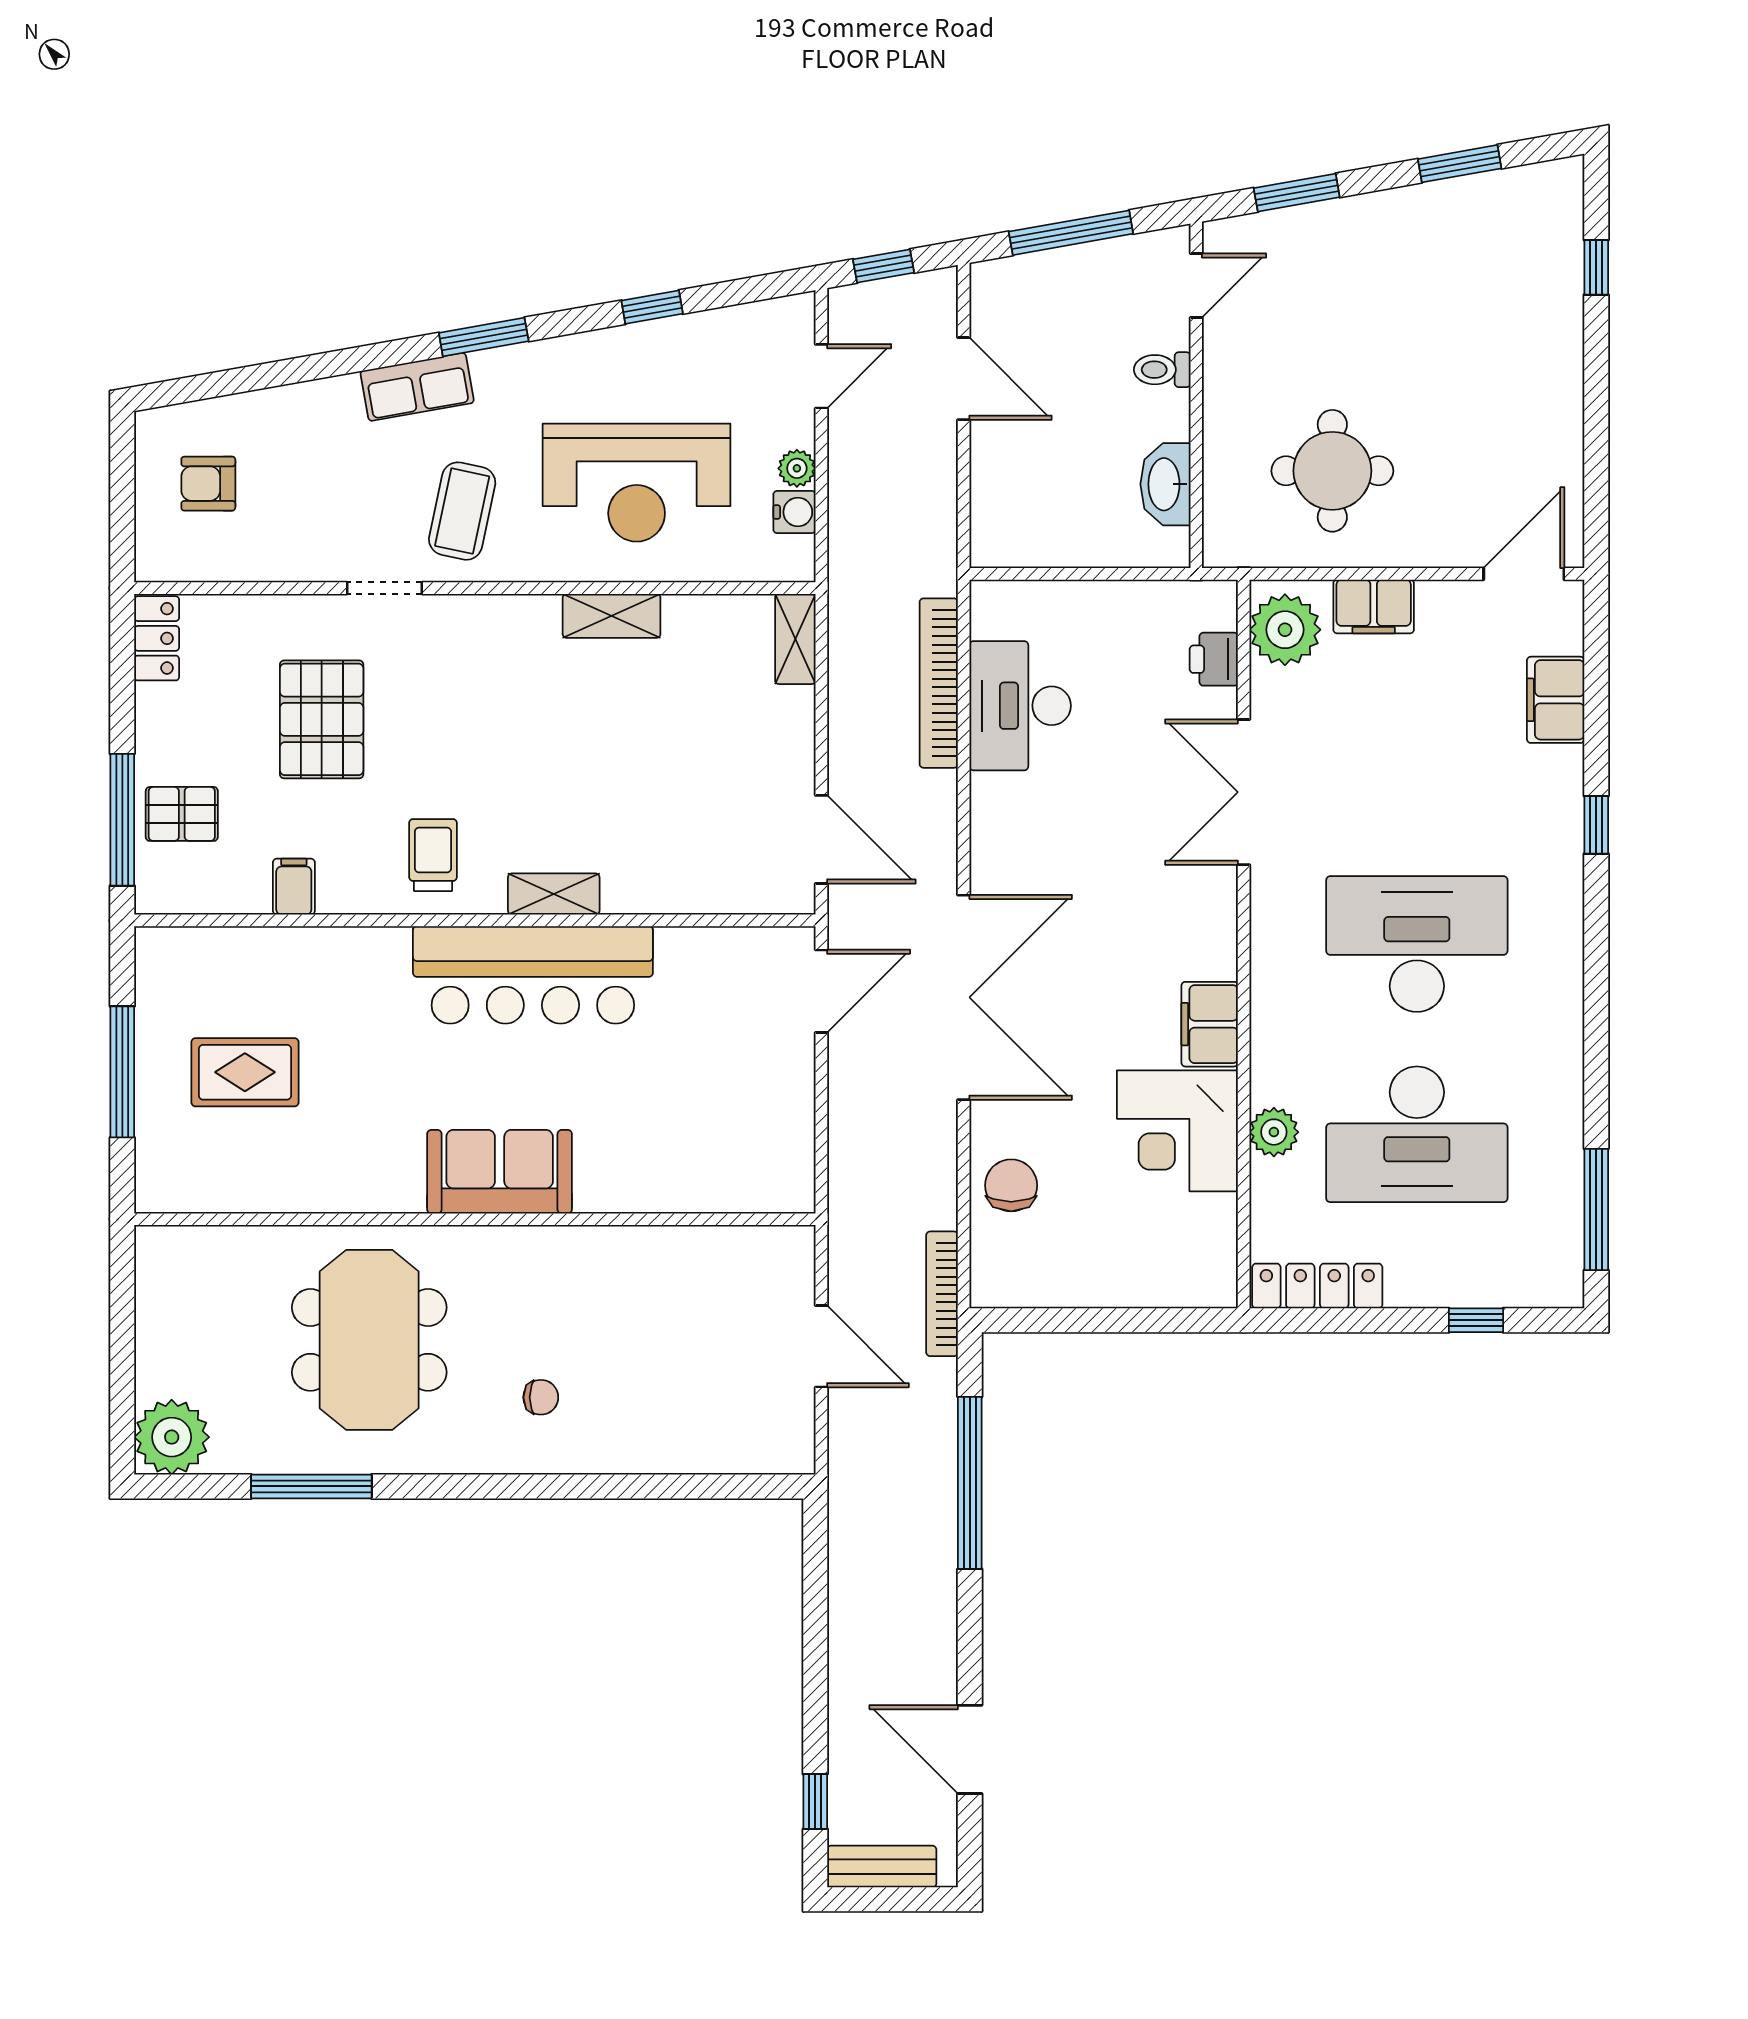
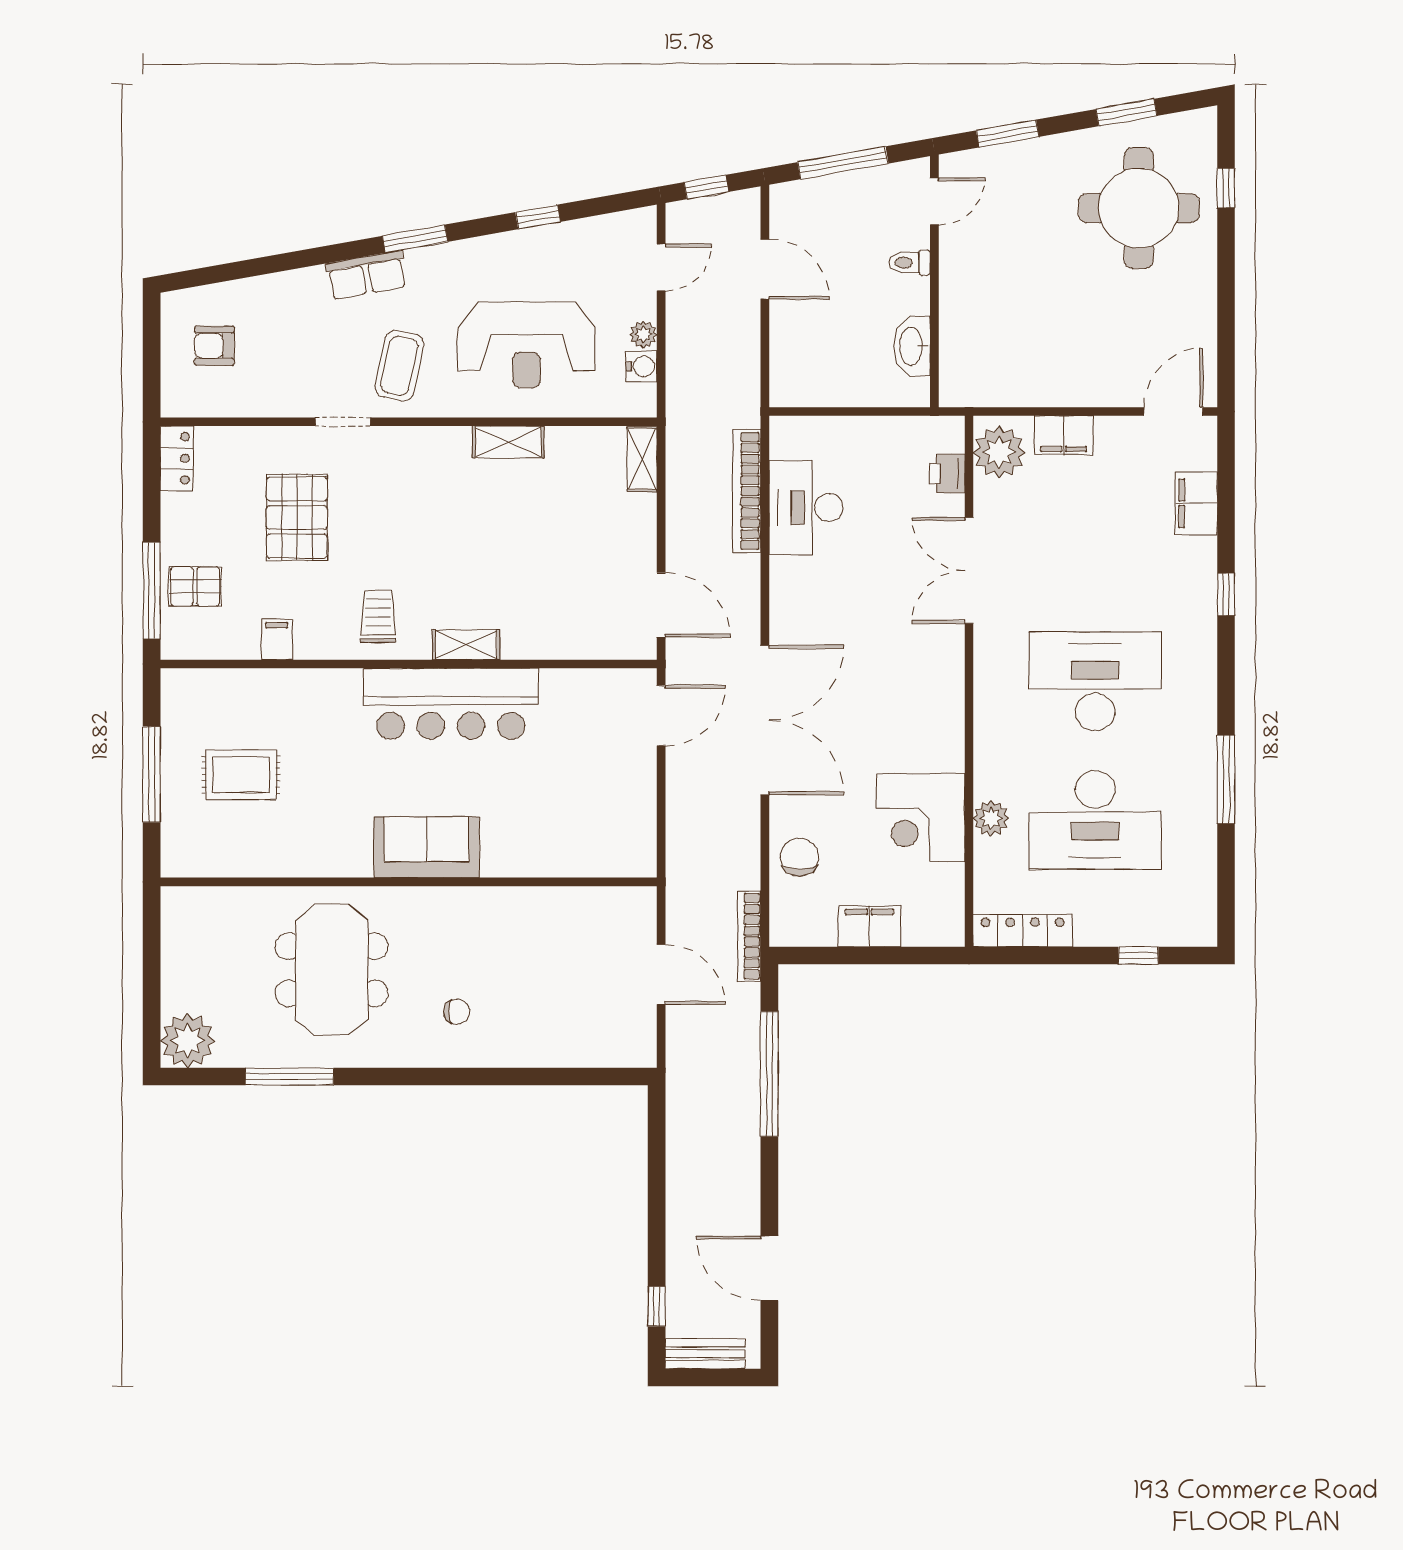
round table: (1332, 471) -> (1139, 208), moved, width x1.36, depth x1.36
filing cabinet: (1210, 1024) -> (869, 926), moved, turned 90
window: (1596, 1209) -> (1226, 779), moved

